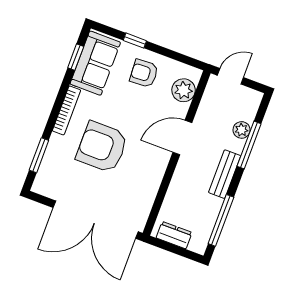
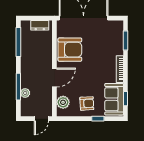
armchair: (102, 147) -> (70, 50), moved
bench: (225, 174) -> (25, 67), removed

